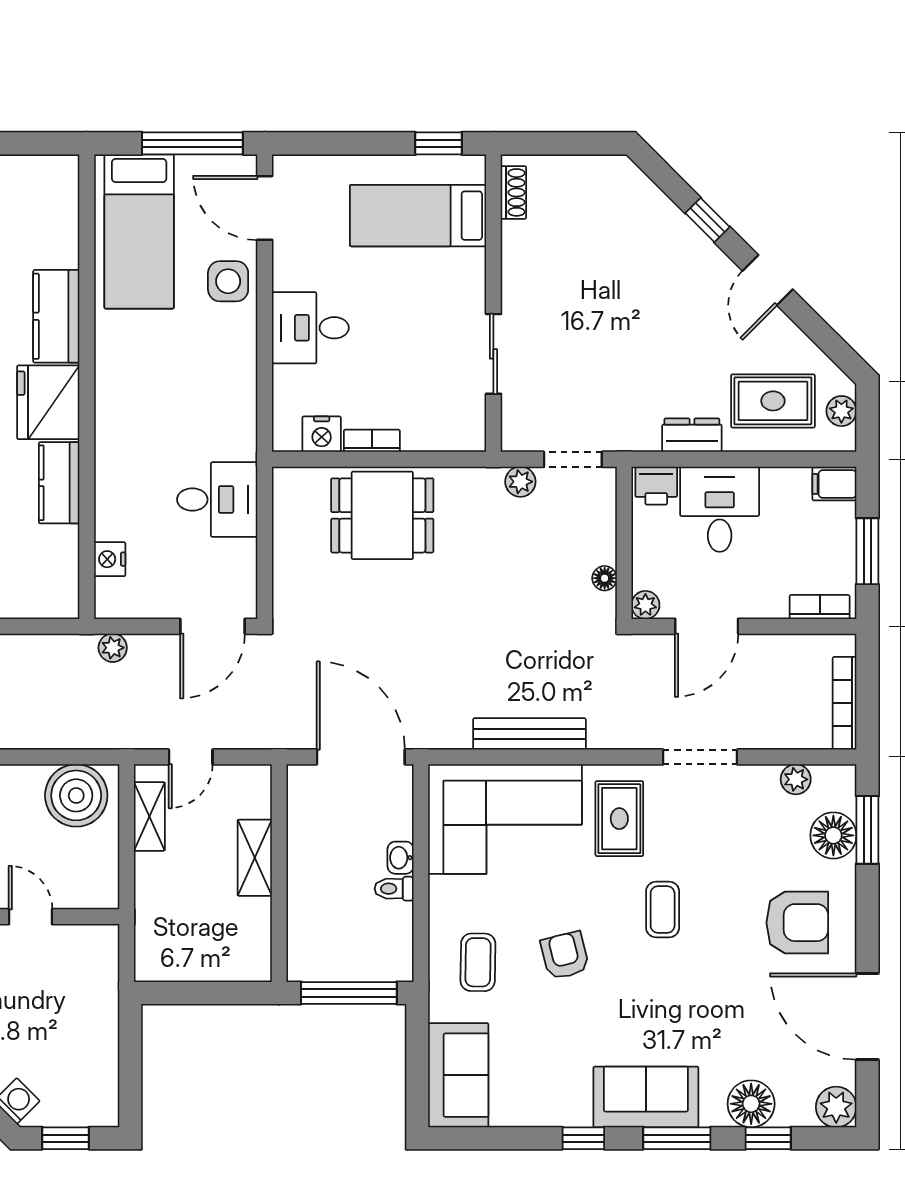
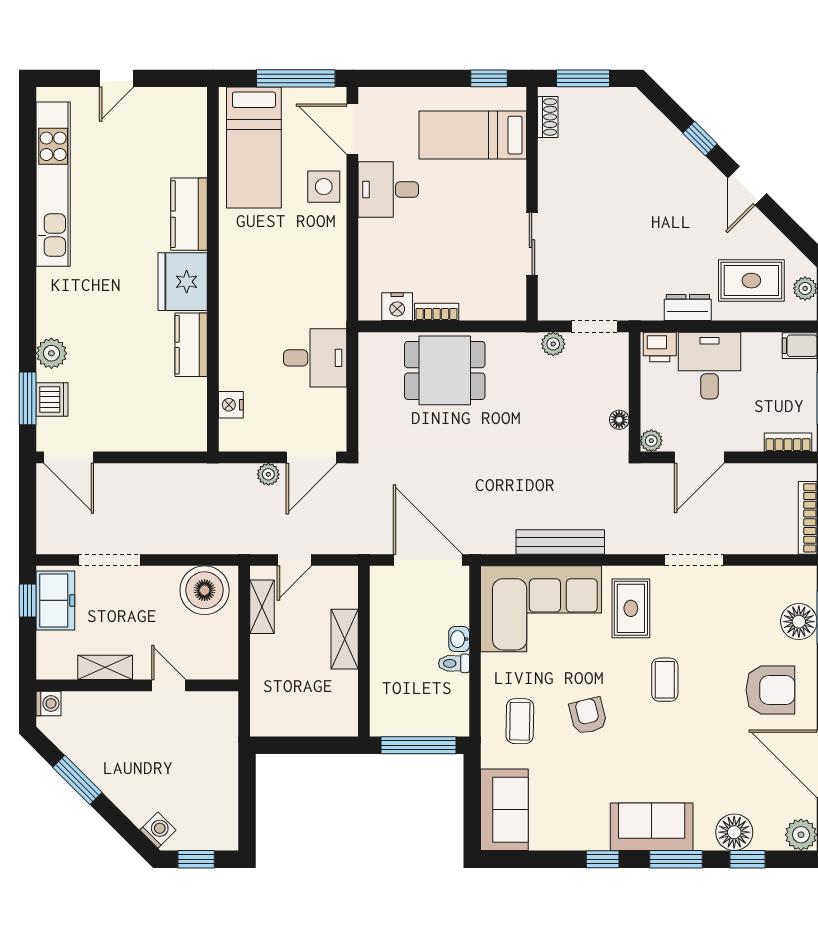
window: (558, 143) -> (583, 78), added
desk: (310, 328) -> (388, 190), moved
plant: (113, 648) -> (268, 474), moved
plant: (796, 779) -> (769, 578), removed

